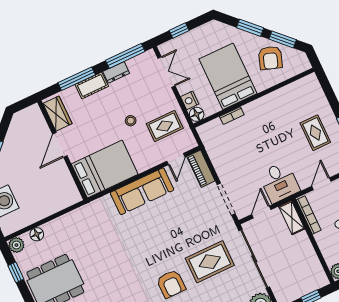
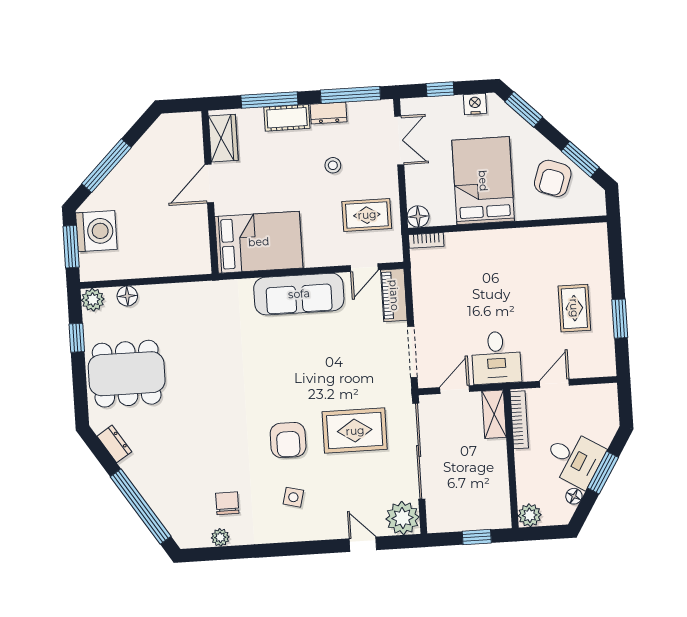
window: (250, 28) -> (524, 109), moved
nightstand: (190, 100) -> (475, 104), moved, turned 90
bookcase: (232, 116) -> (426, 240), moved
stool: (131, 121) -> (333, 165), moved

